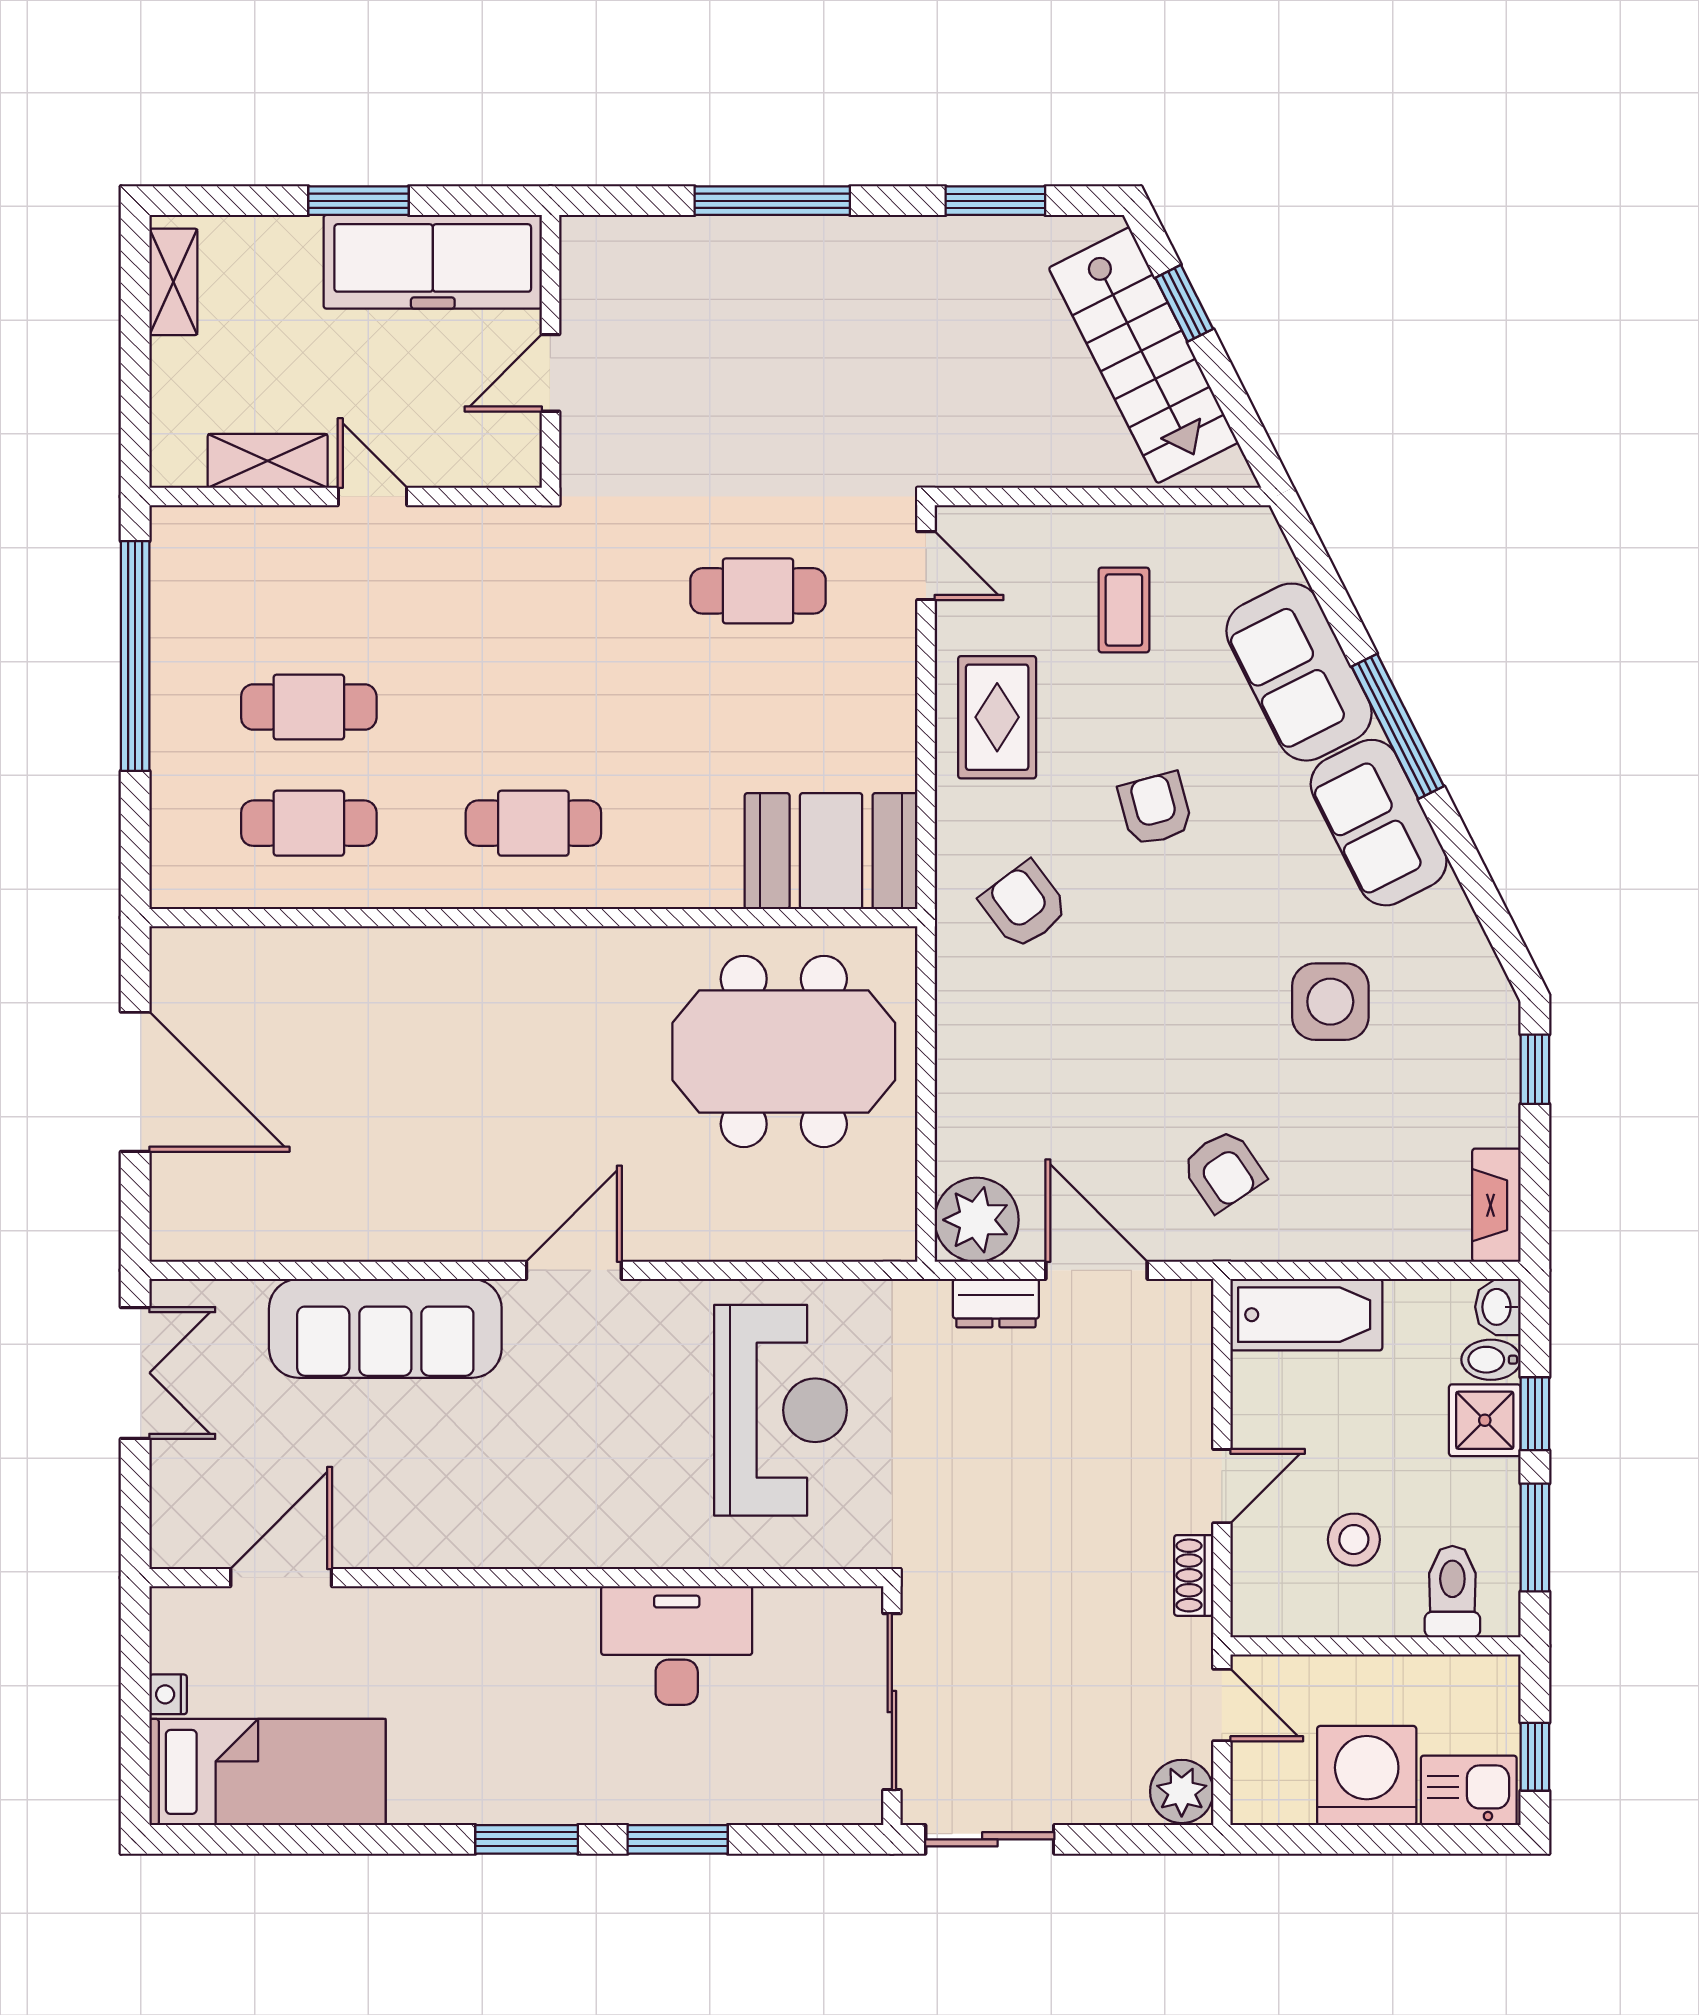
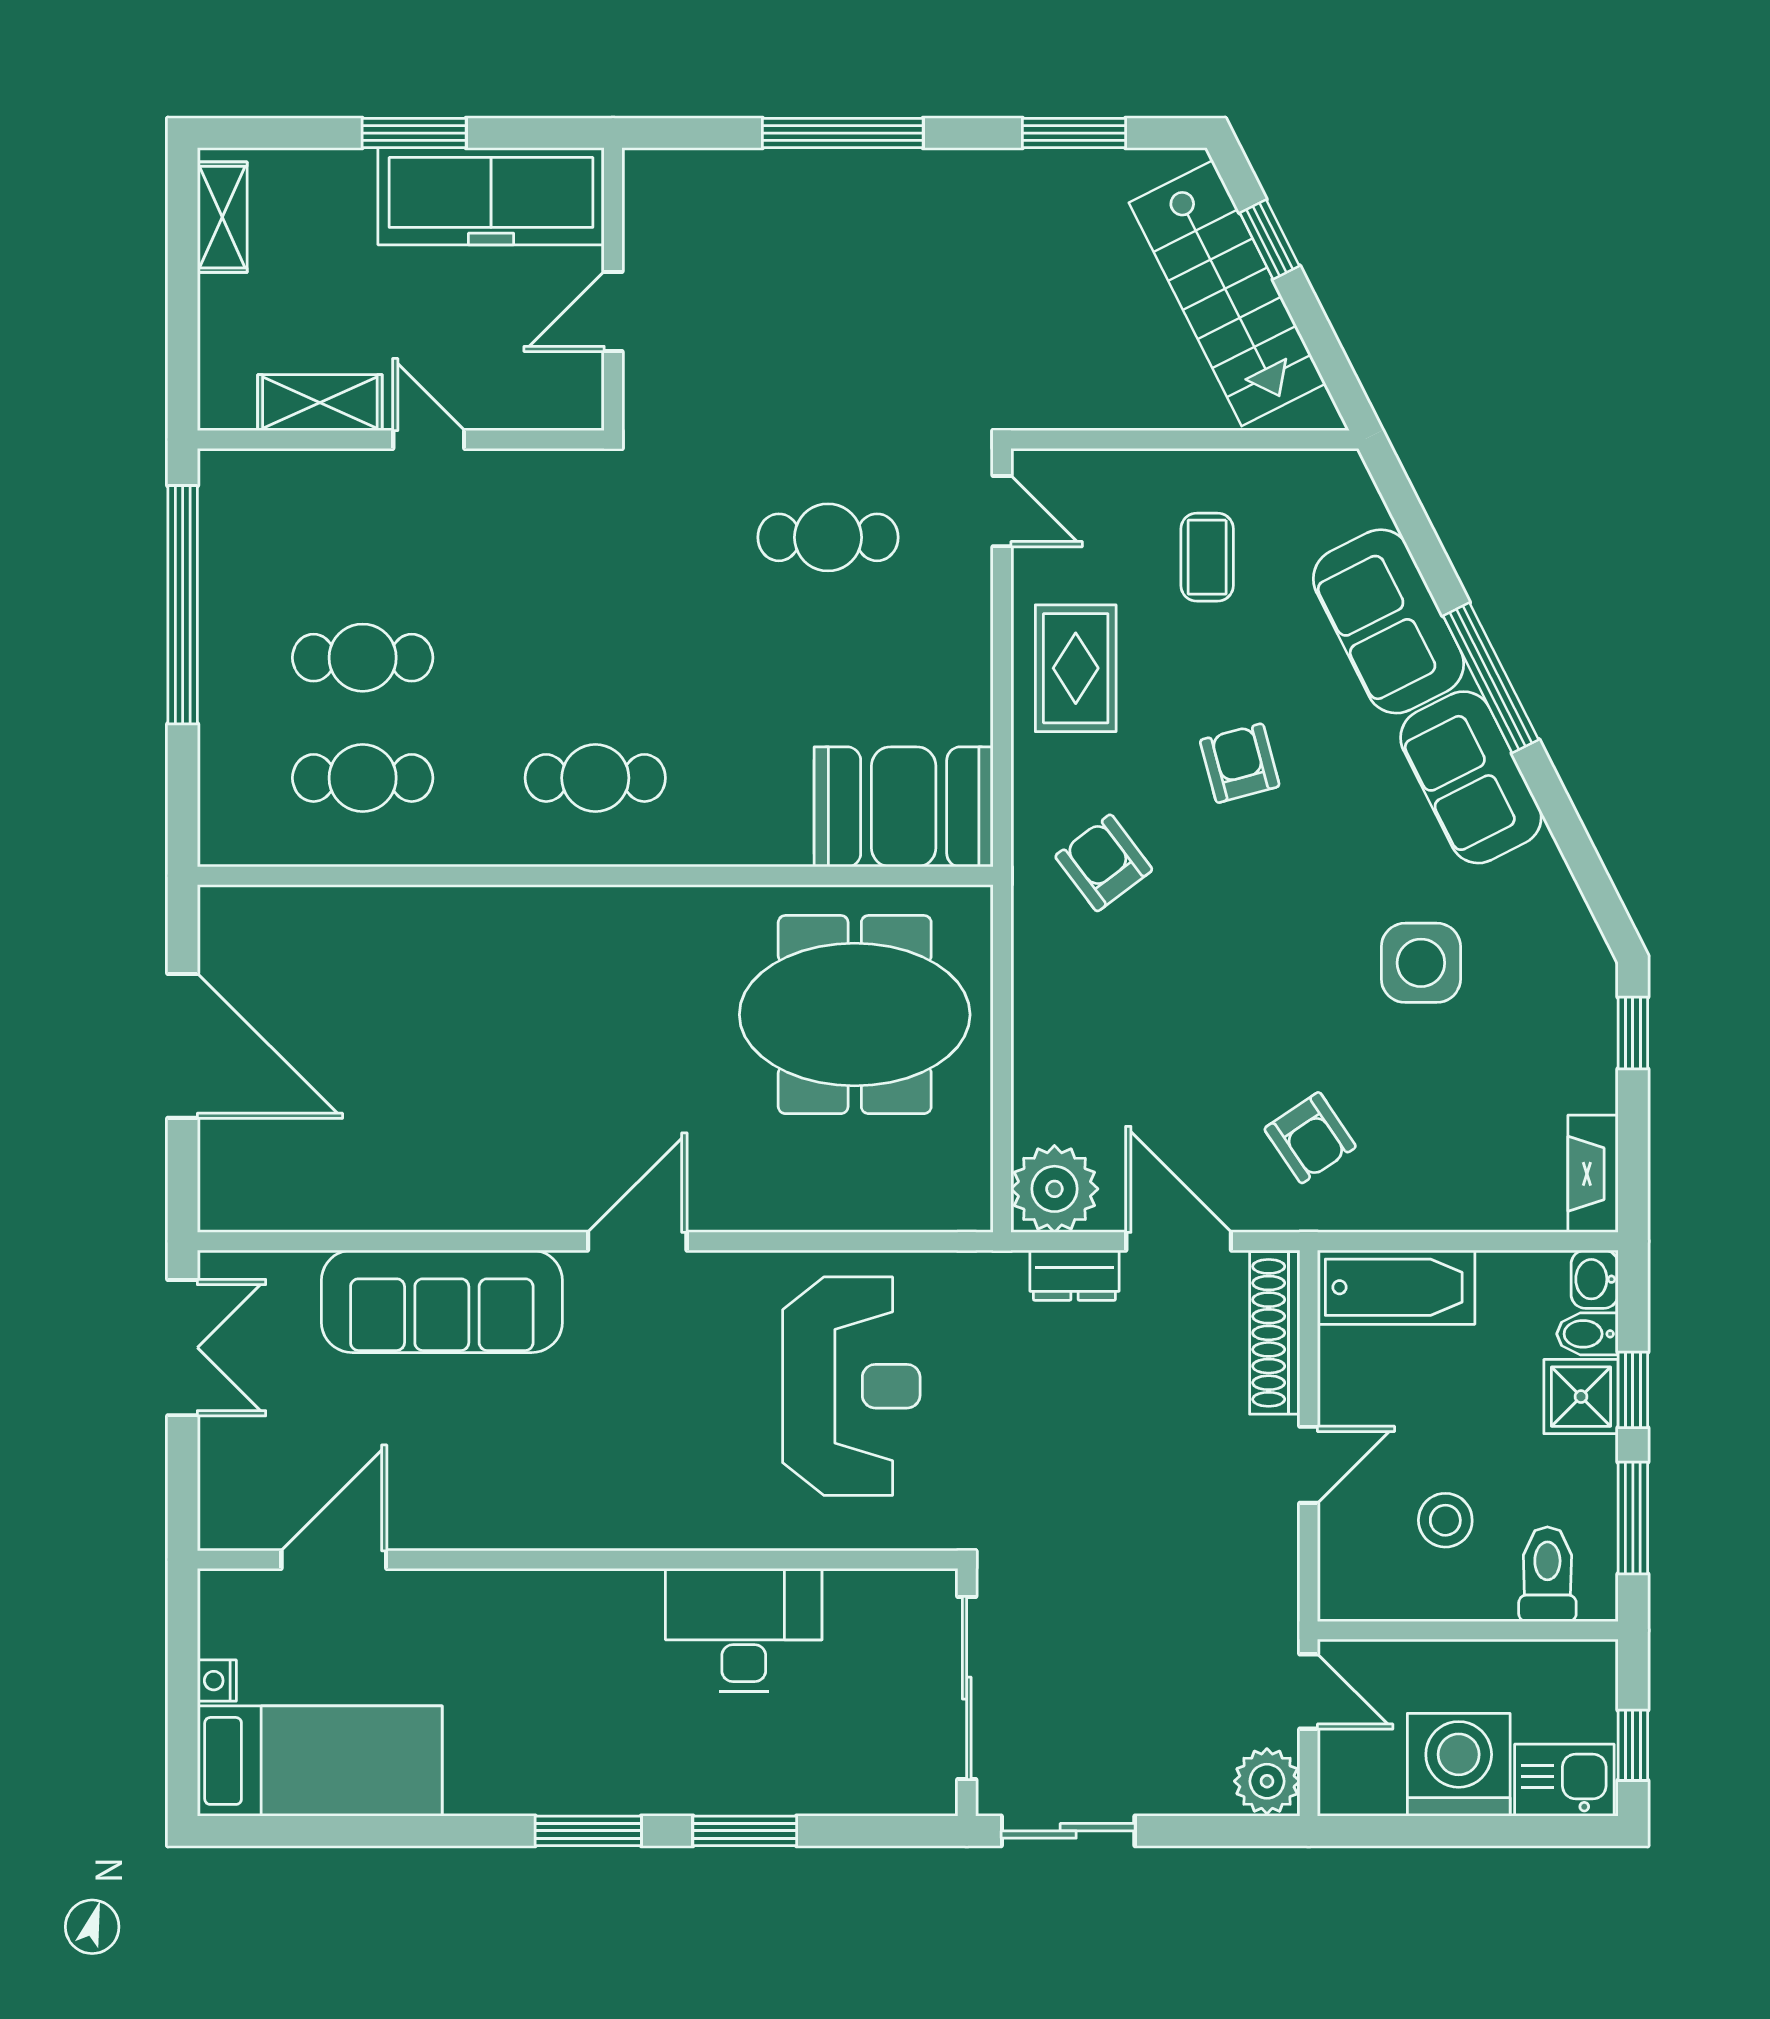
shoe rack: (1194, 1575) -> (1275, 1333), moved, width x1.94, depth x1.24

